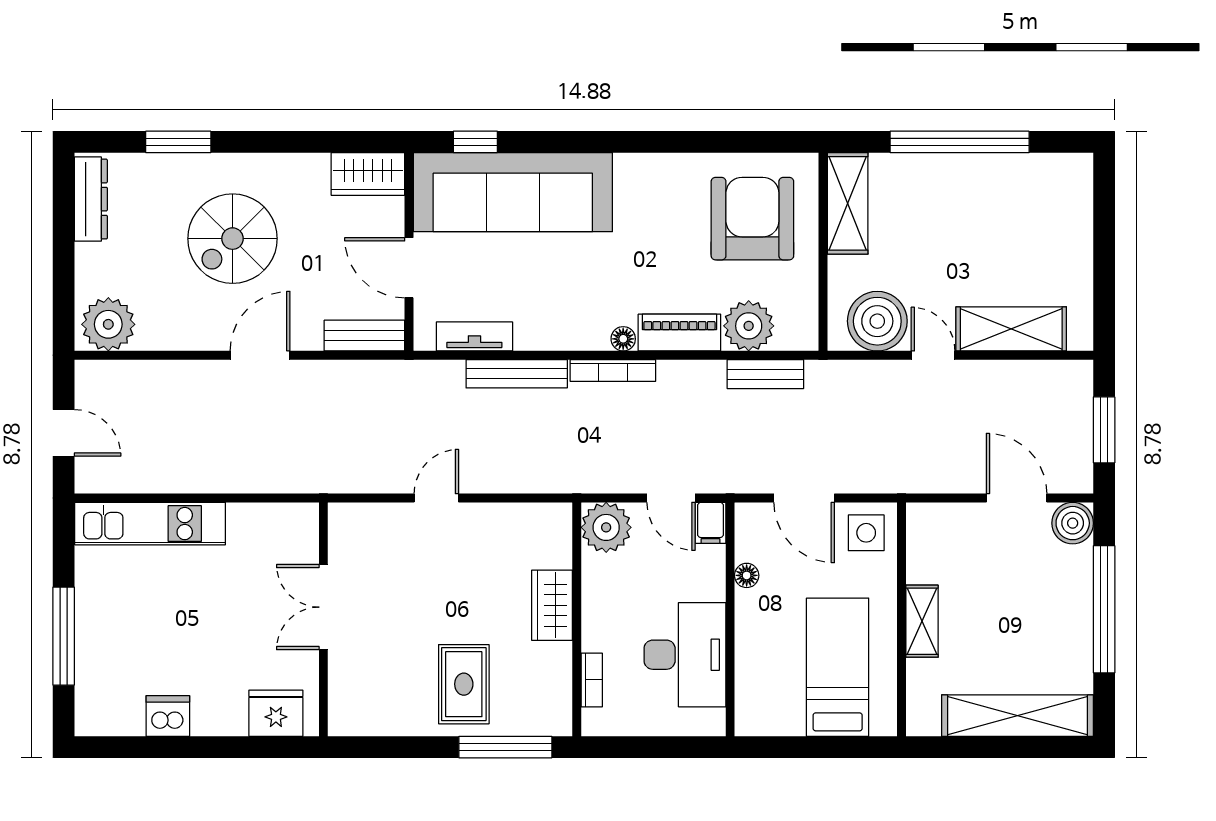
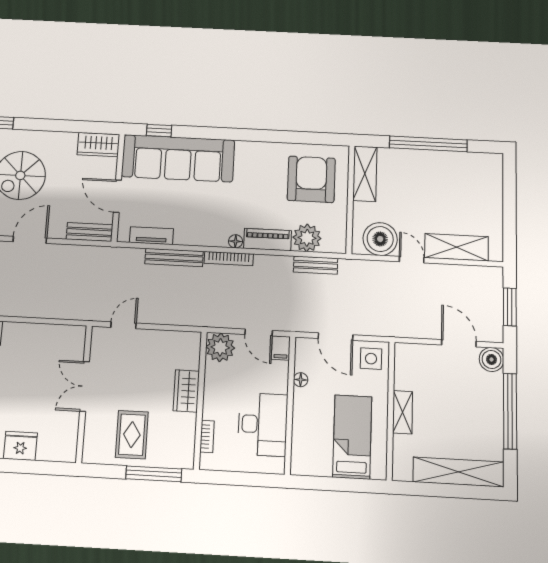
double door: (323, 607) -> (85, 386), moved
wall: (323, 619) -> (84, 394), moved

